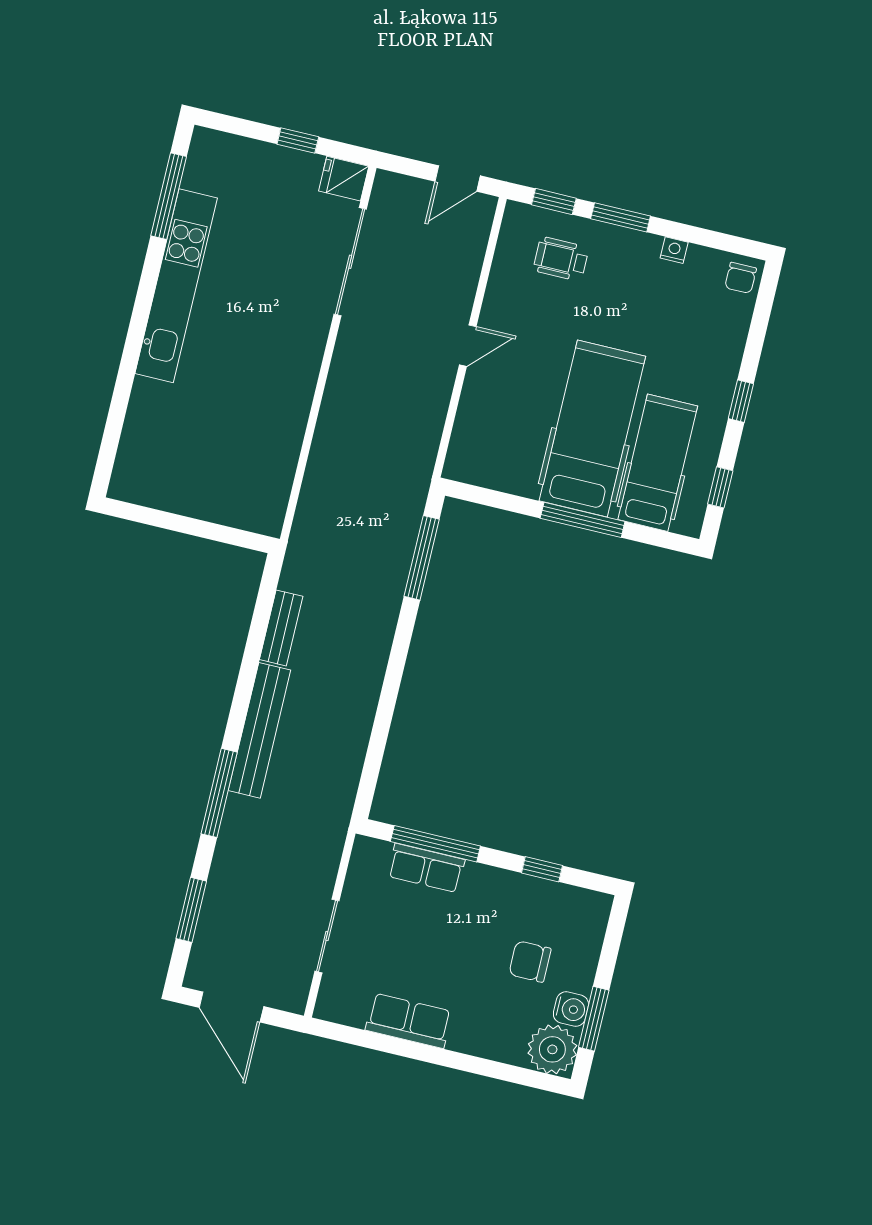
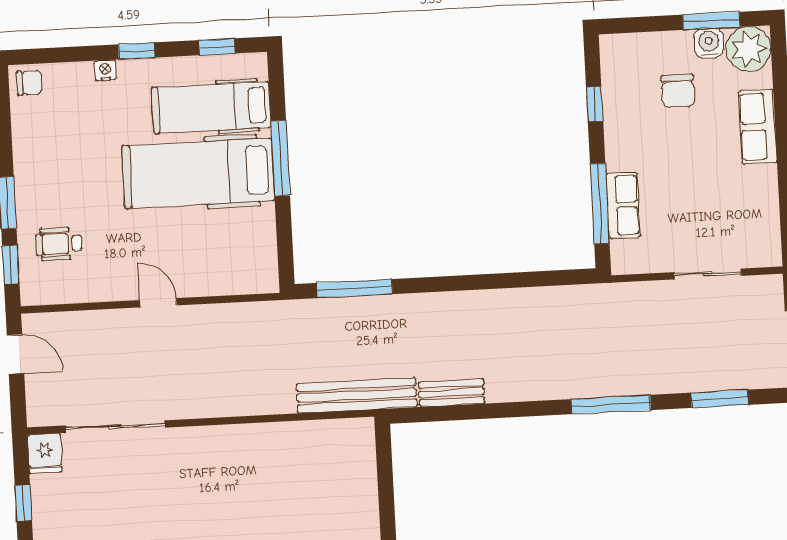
nightstand: (674, 250) -> (105, 70), moved, turned 90
wheelchair: (561, 259) -> (59, 244), turned 90
bench: (259, 730) -> (357, 395), moved
row of seats: (409, 1021) -> (758, 127), moved

